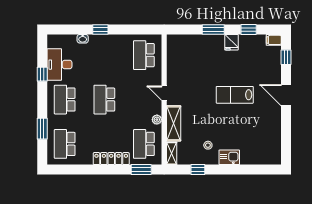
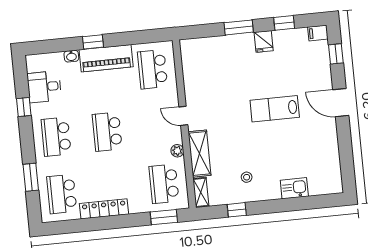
piano: (109, 43) -> (106, 58), added
desk: (59, 65) -> (44, 87), width x0.73
kitchen sink: (229, 157) -> (294, 188), moved
locker: (111, 159) -> (104, 209), moved

